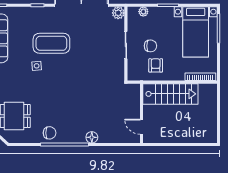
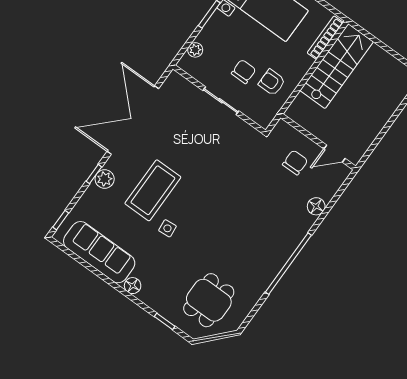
plant: (118, 13) -> (105, 179), moved
stairs: (170, 94) -> (337, 66), moved
chair: (50, 133) -> (295, 163), moved
floor lamp: (92, 137) -> (316, 206), moved

